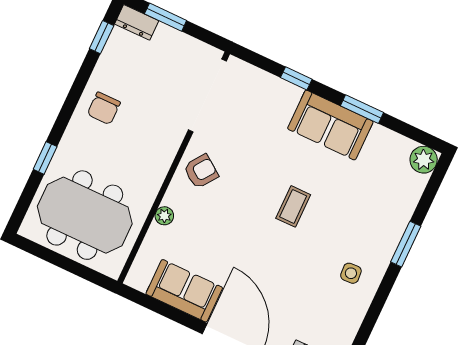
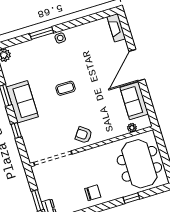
plant: (164, 216) -> (132, 128), moved
side table: (351, 273) -> (60, 38), moved

